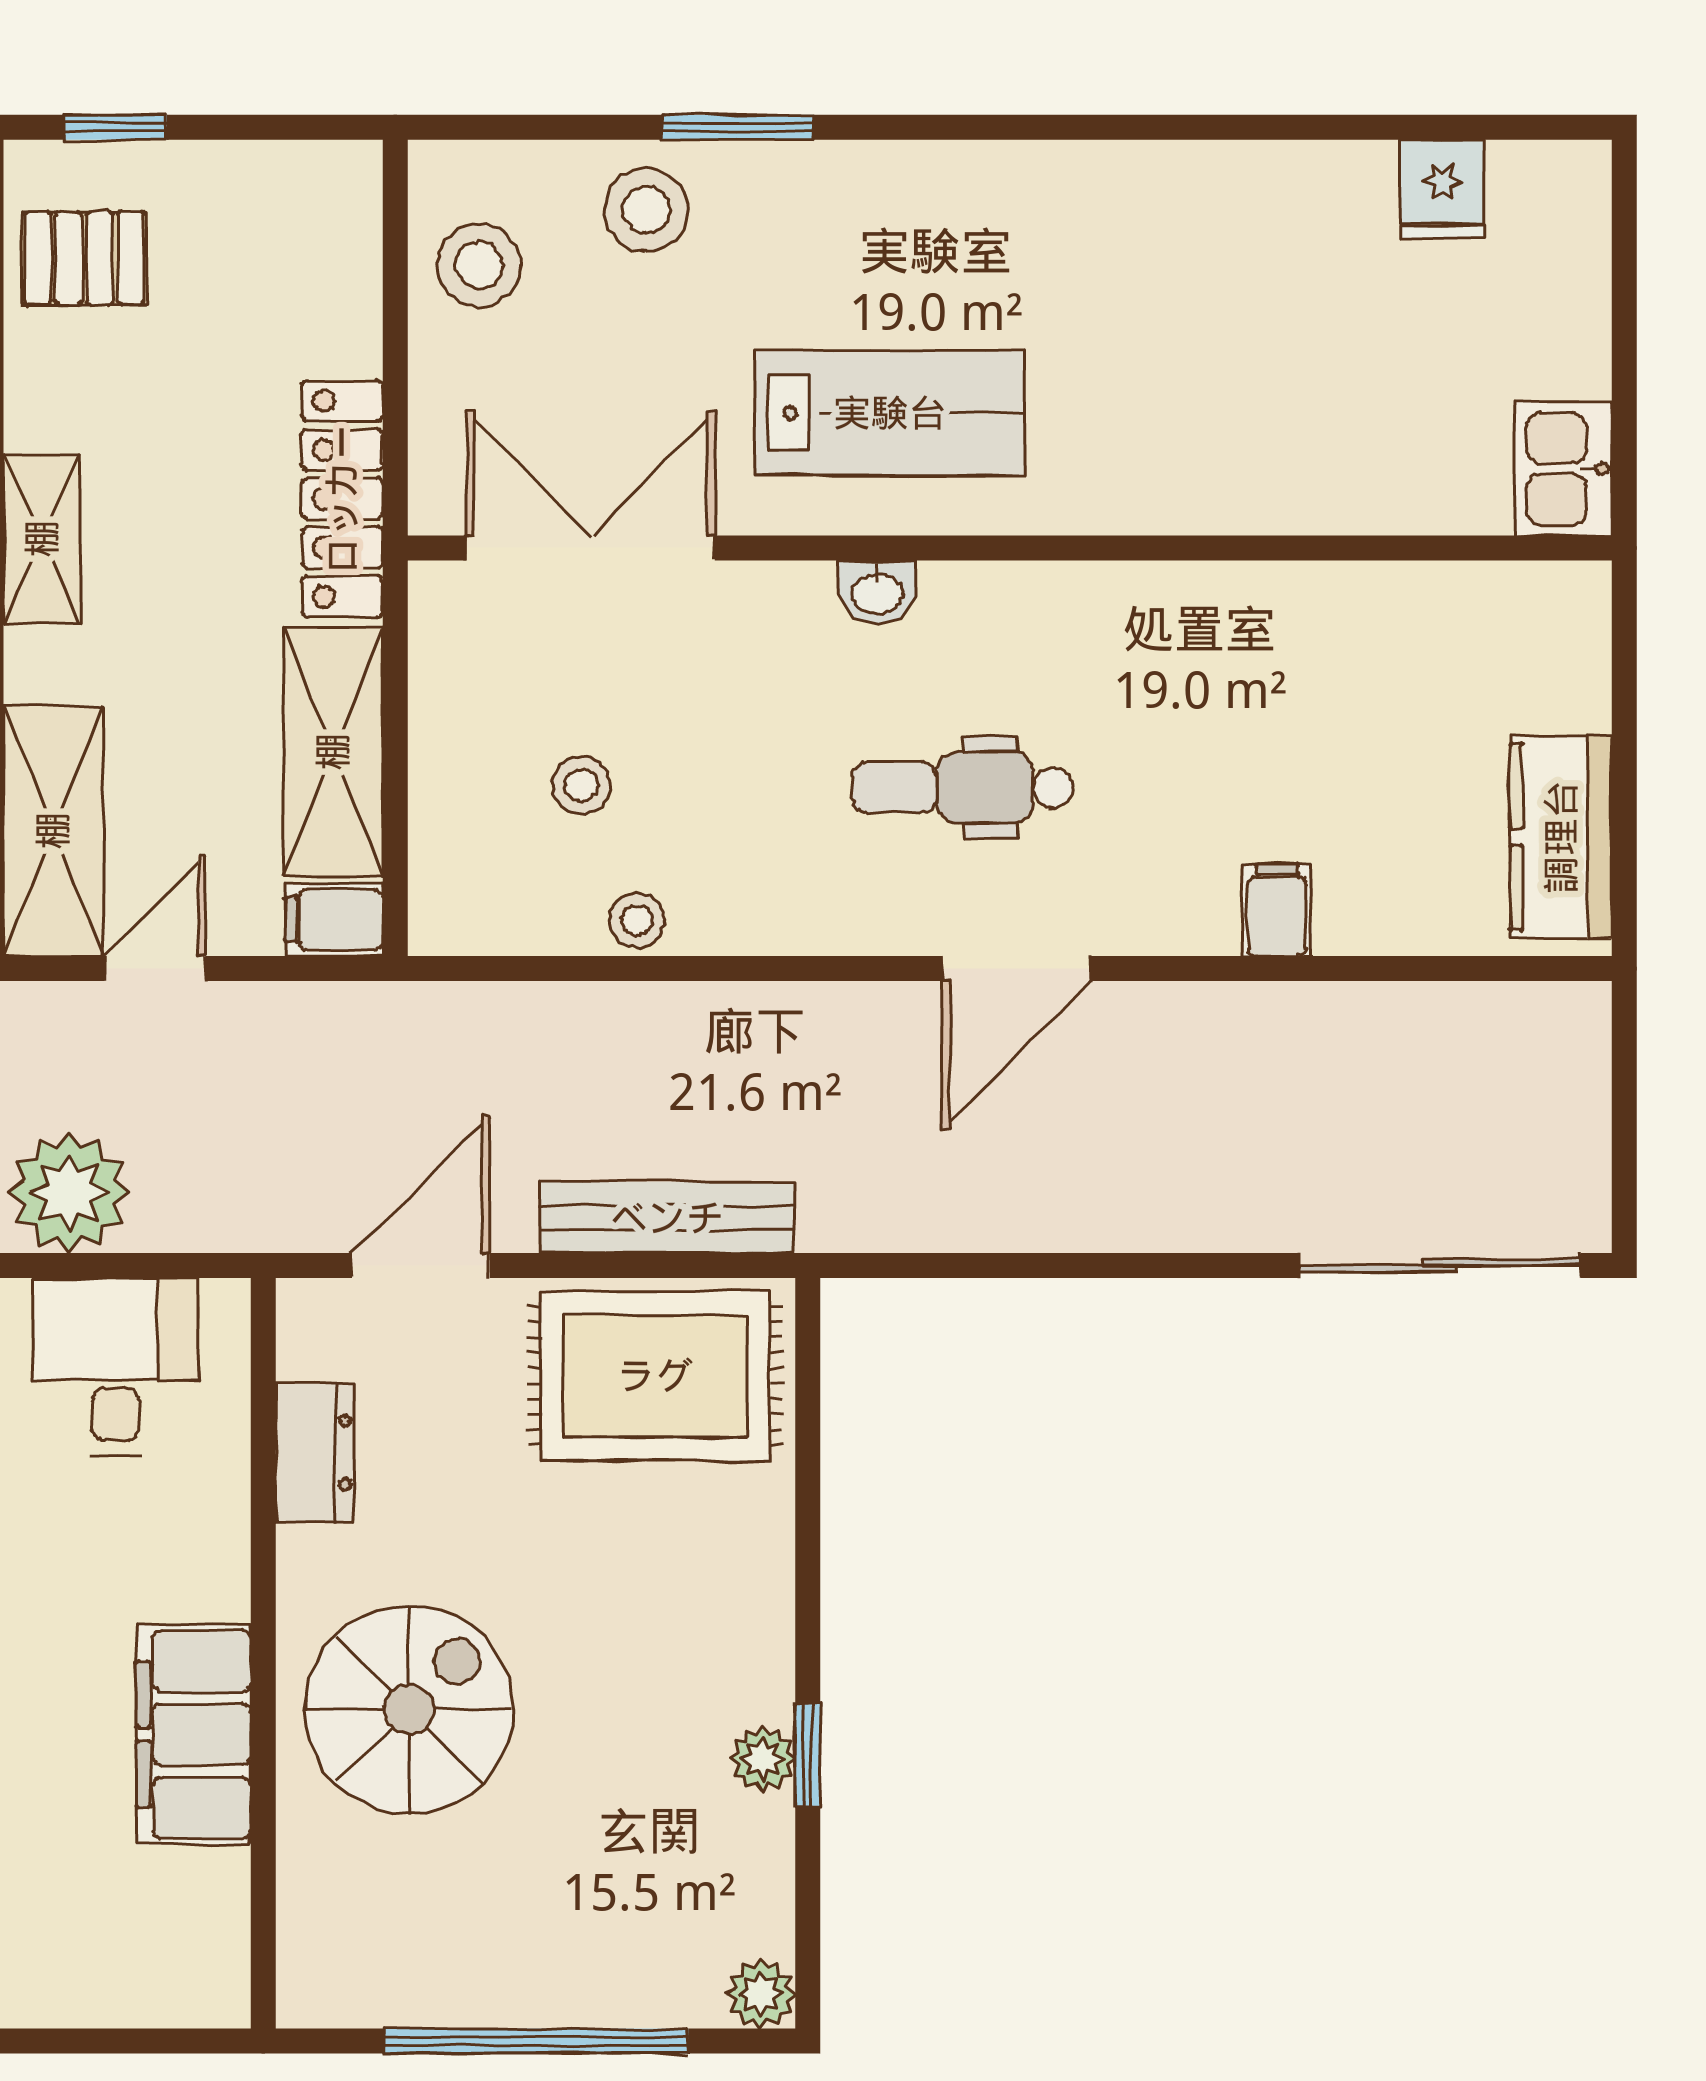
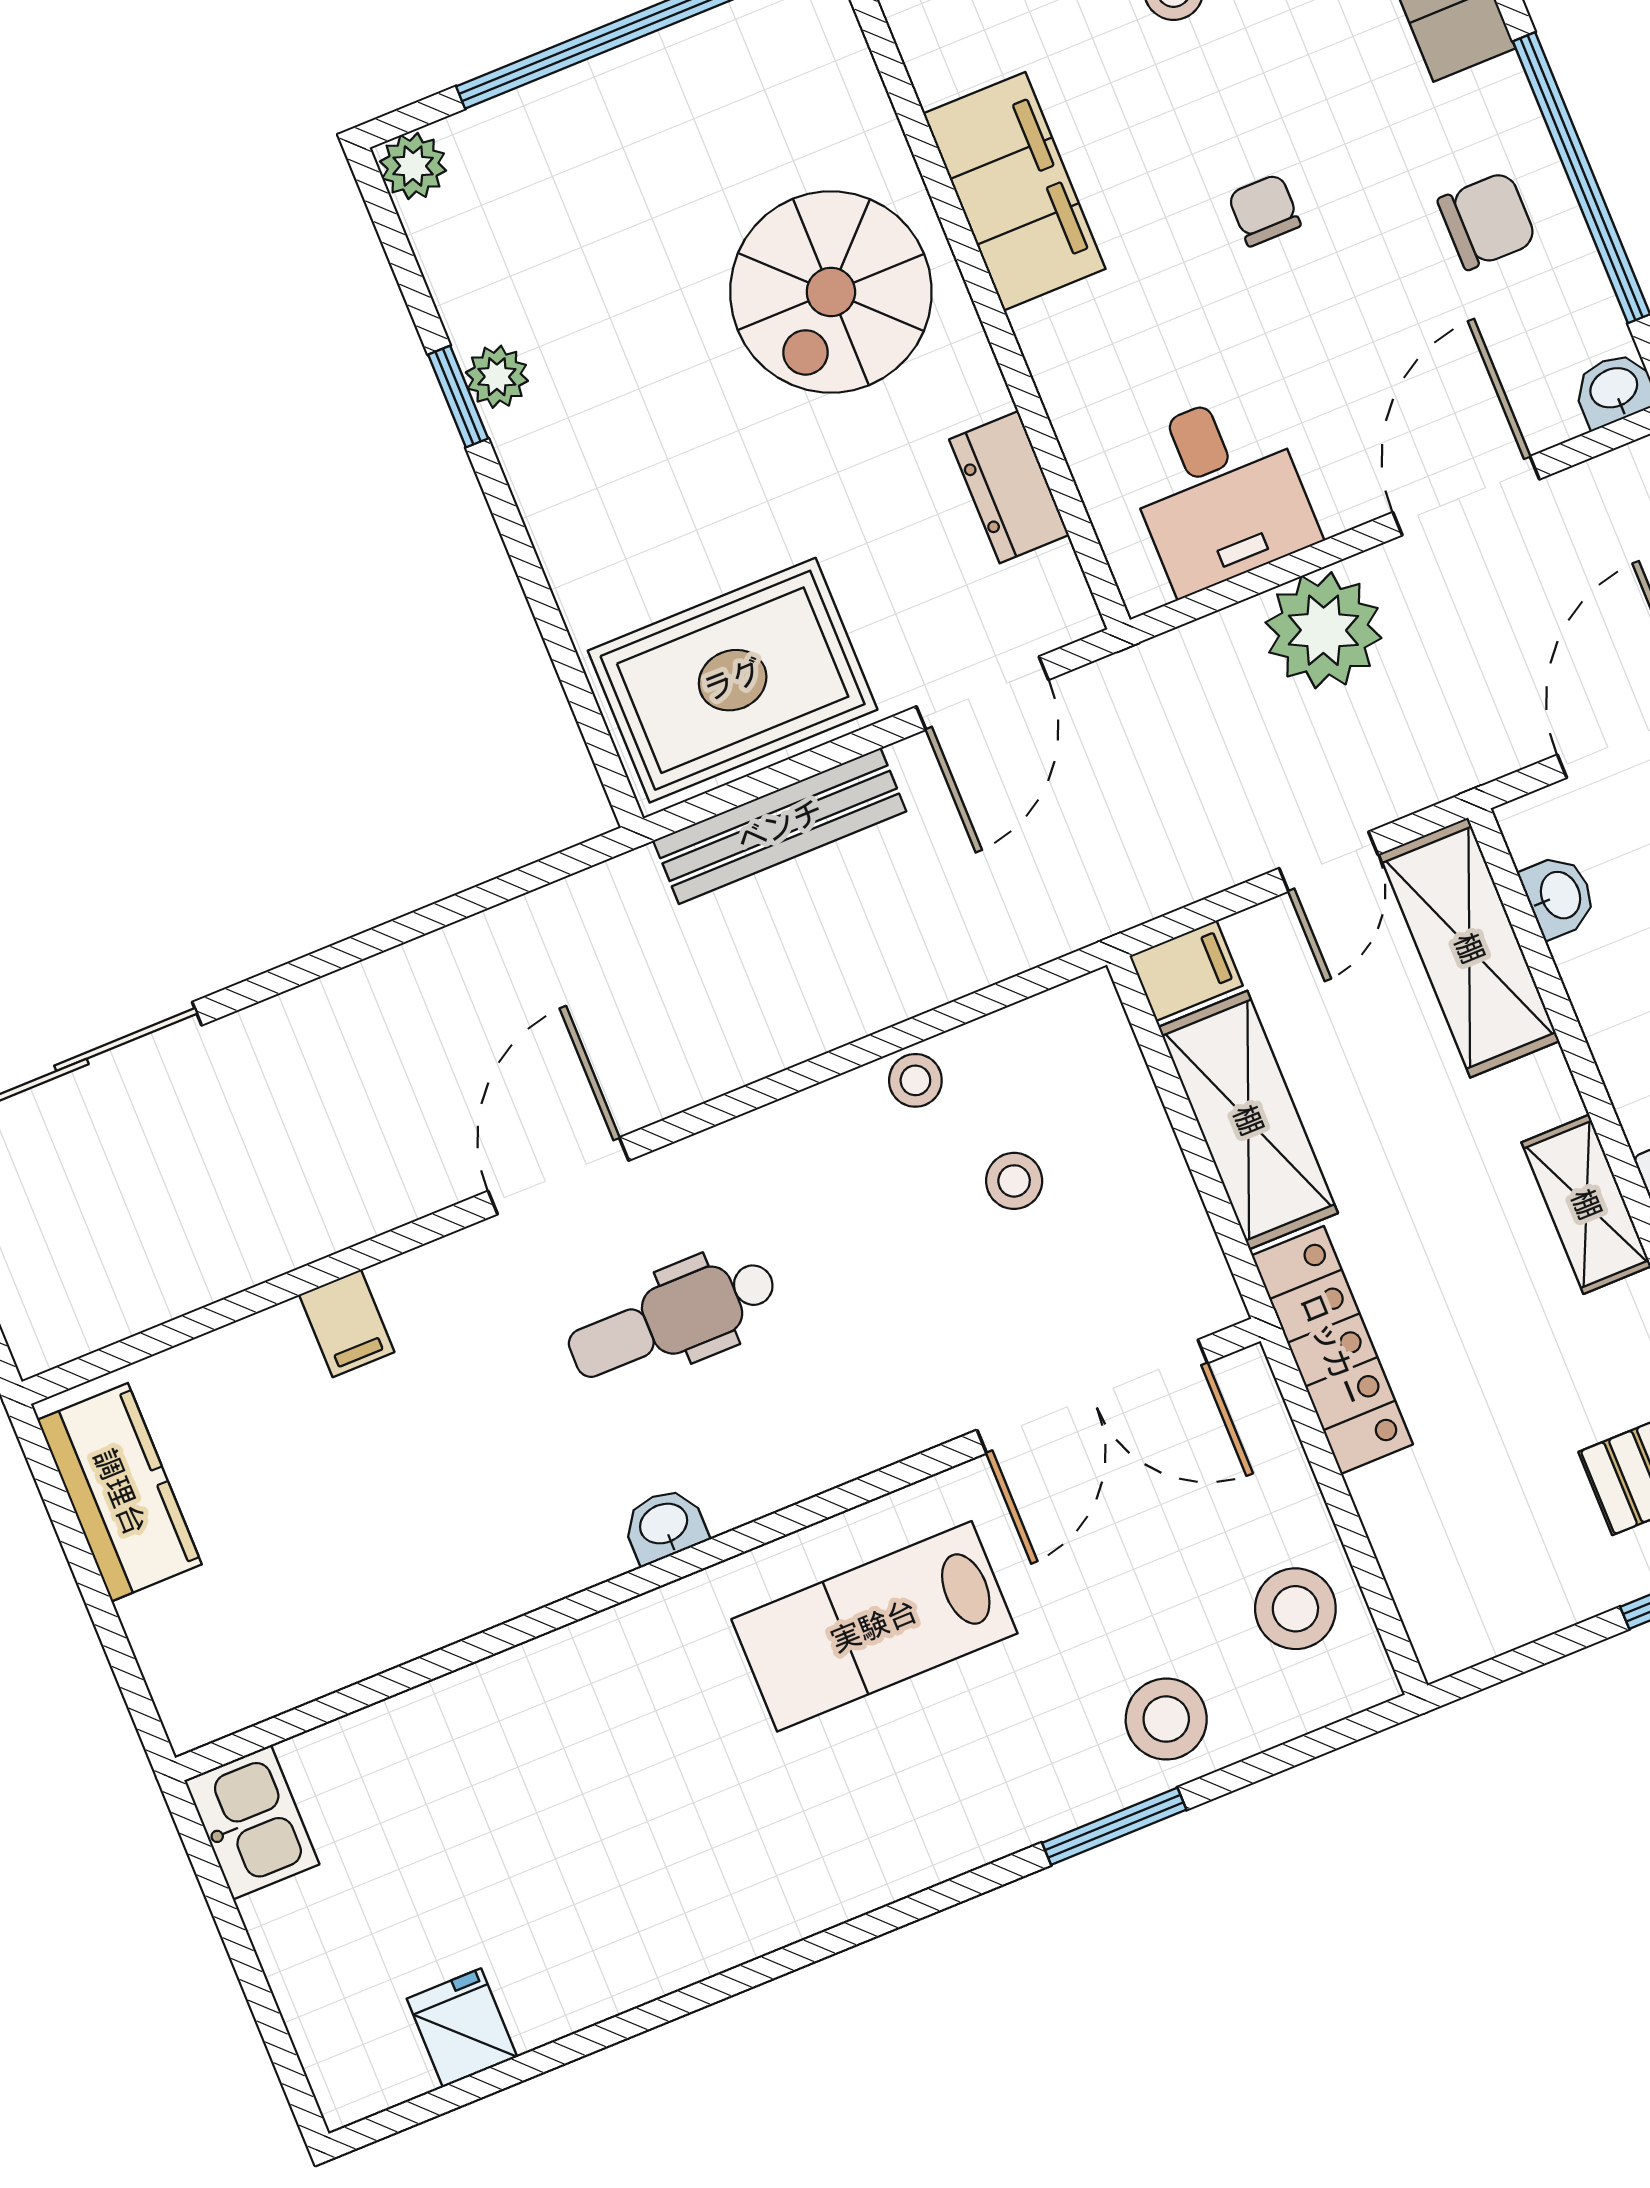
washbasin: (877, 592) -> (664, 1525), moved
dental chair: (963, 787) -> (672, 1318), turned 180

